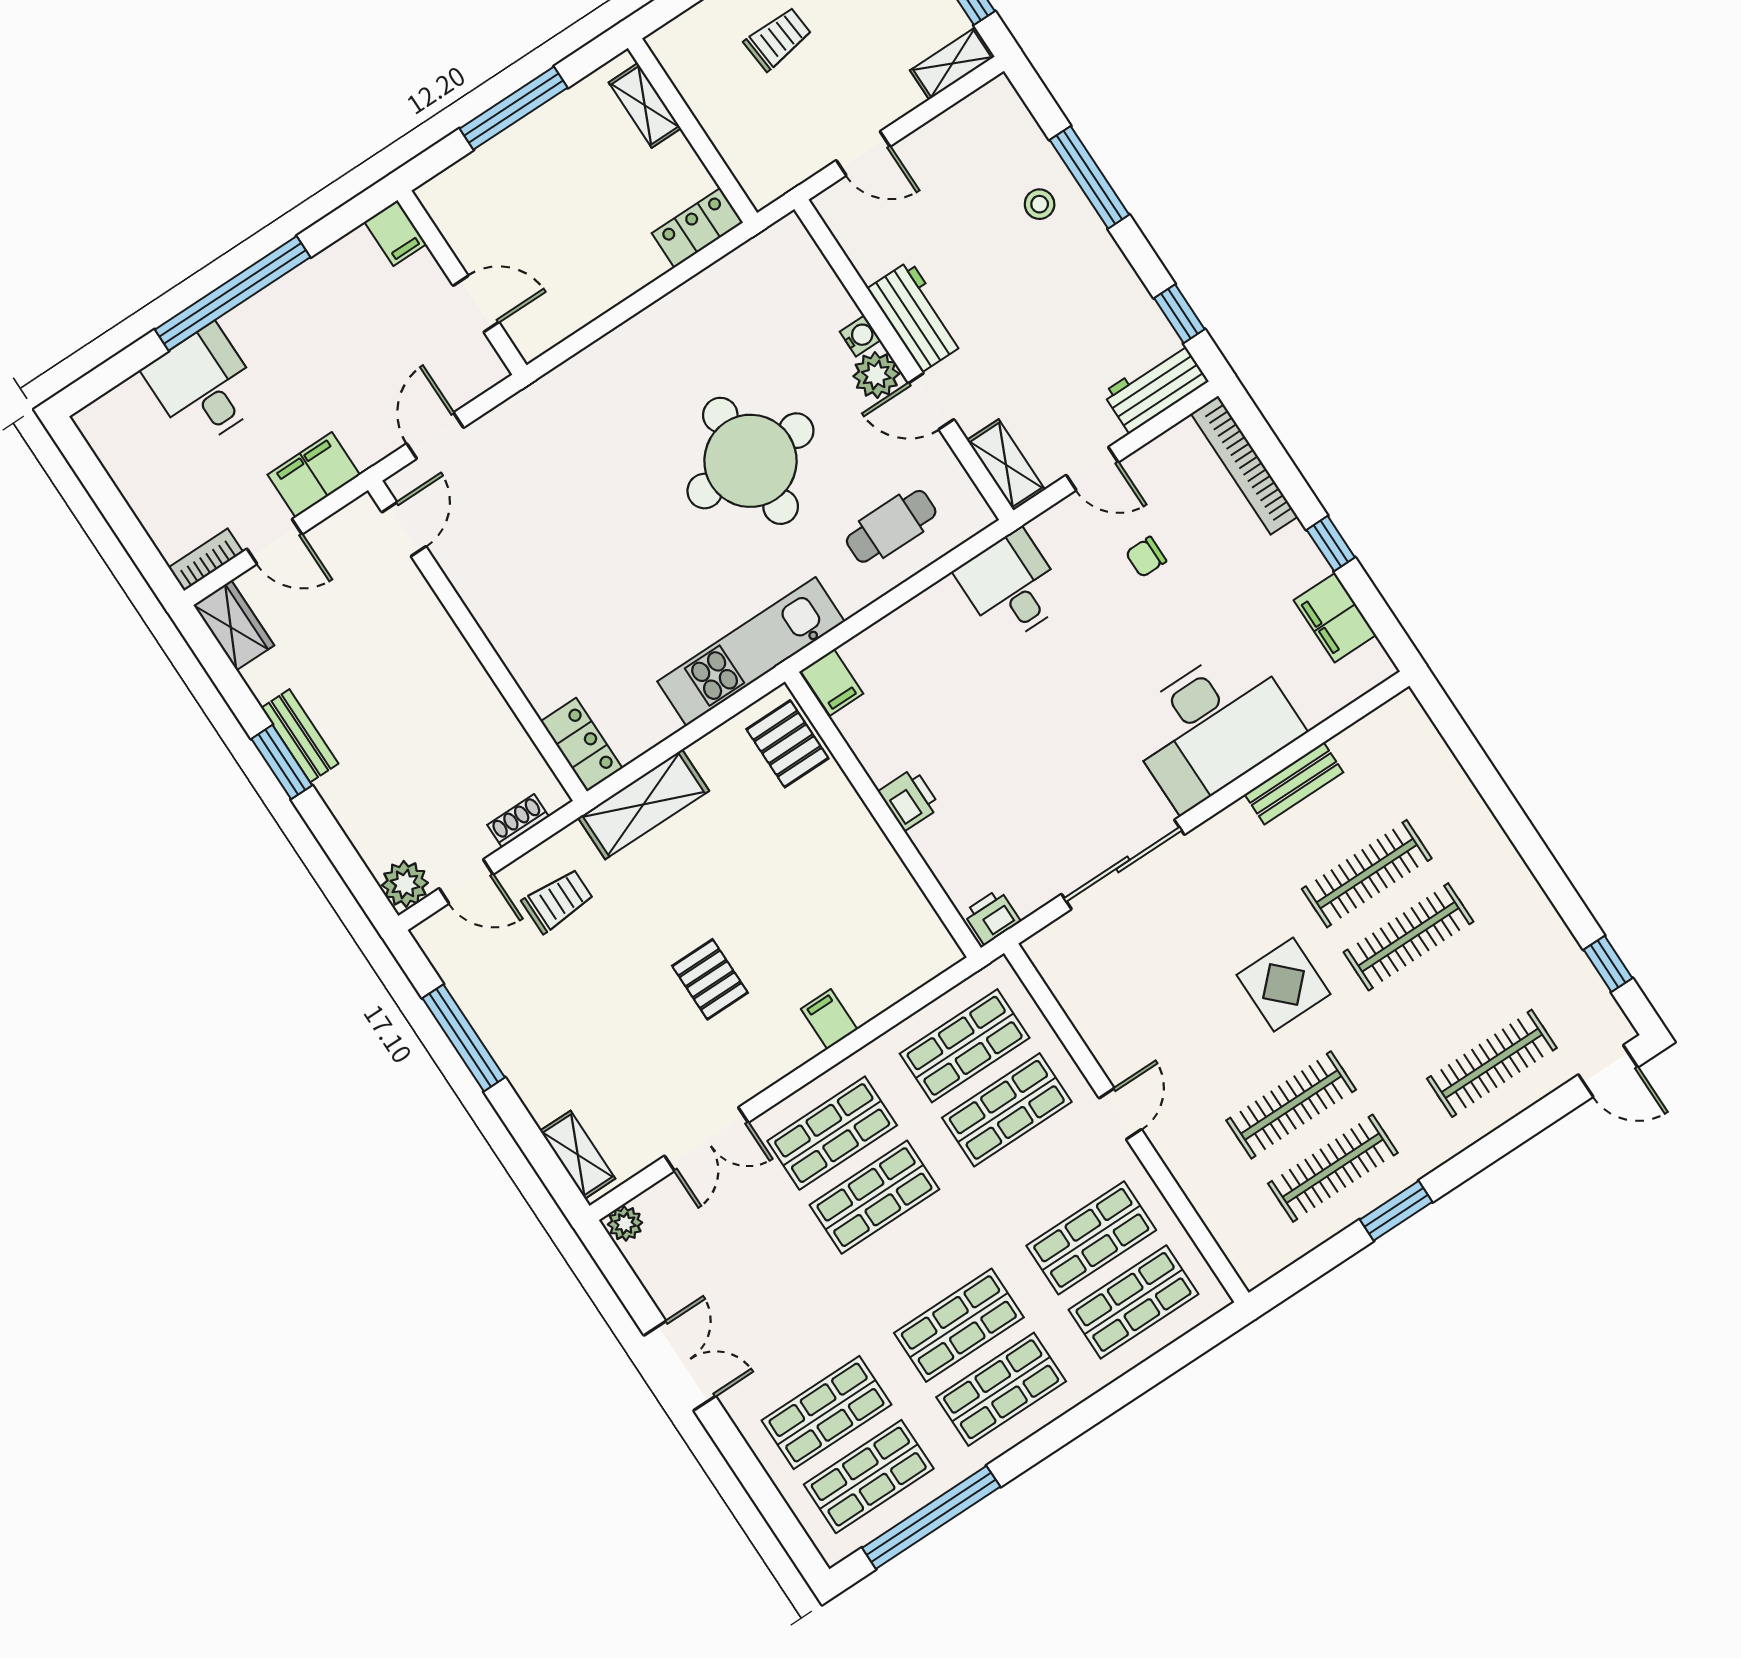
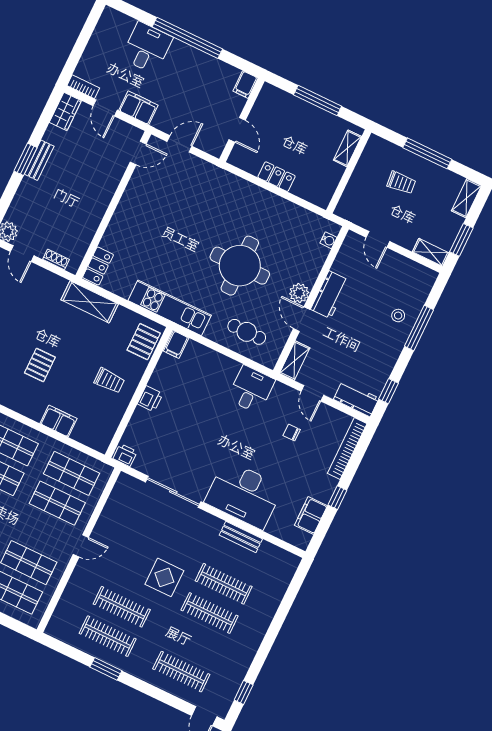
locker: (697, 228) -> (277, 177), moved
water cooler: (860, 336) -> (328, 240), moved
trolley: (558, 901) -> (109, 381), moved
filing cabinet: (829, 1019) -> (59, 421), width x2.00

